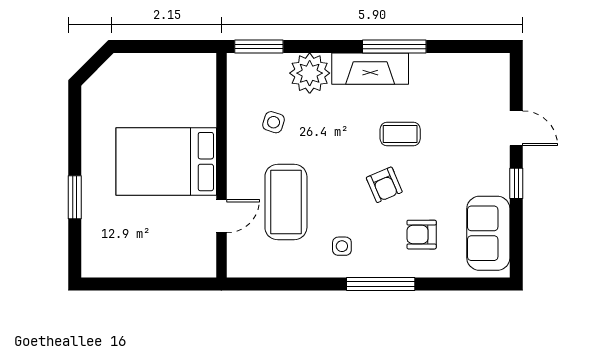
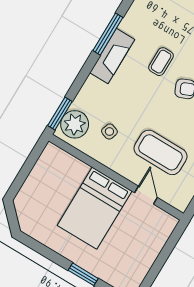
plant: (310, 73) -> (75, 124), moved

